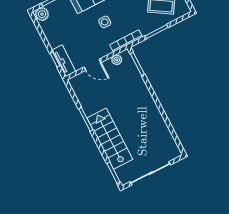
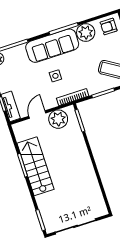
plant: (117, 60) -> (58, 119), width x1.88, depth x1.88
door: (92, 65) -> (37, 115), swing flipped
stairs: (110, 139) -> (35, 166), moved

